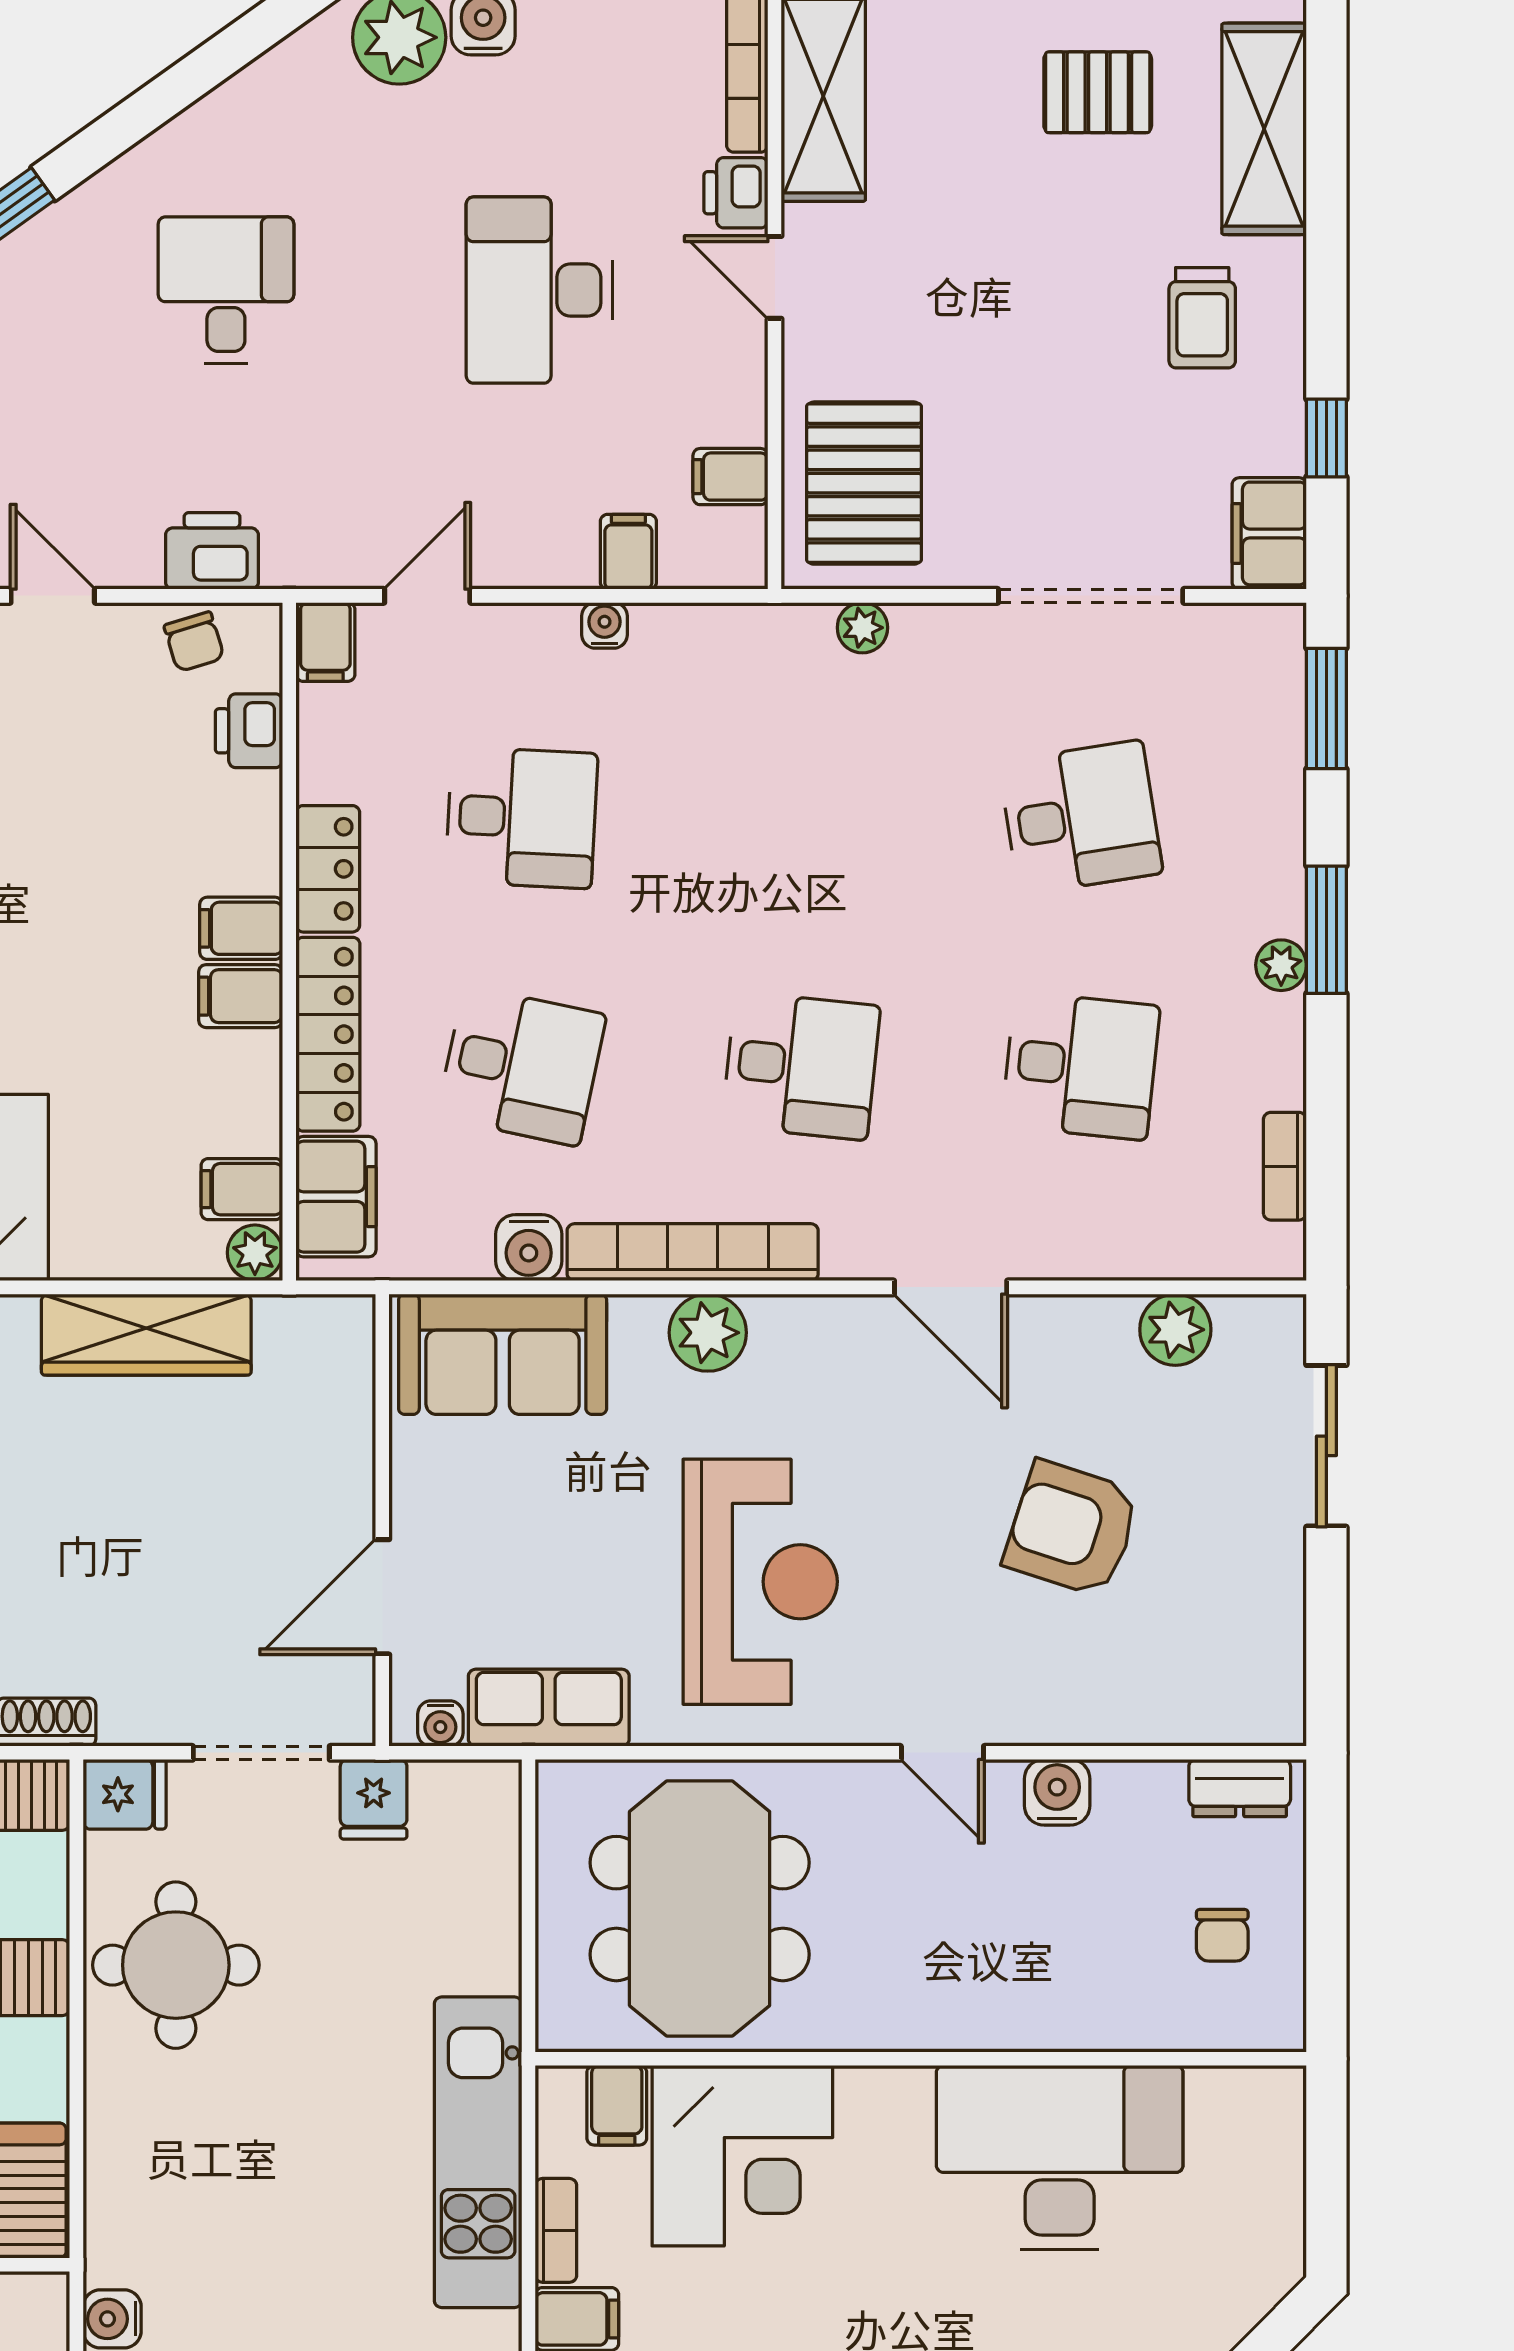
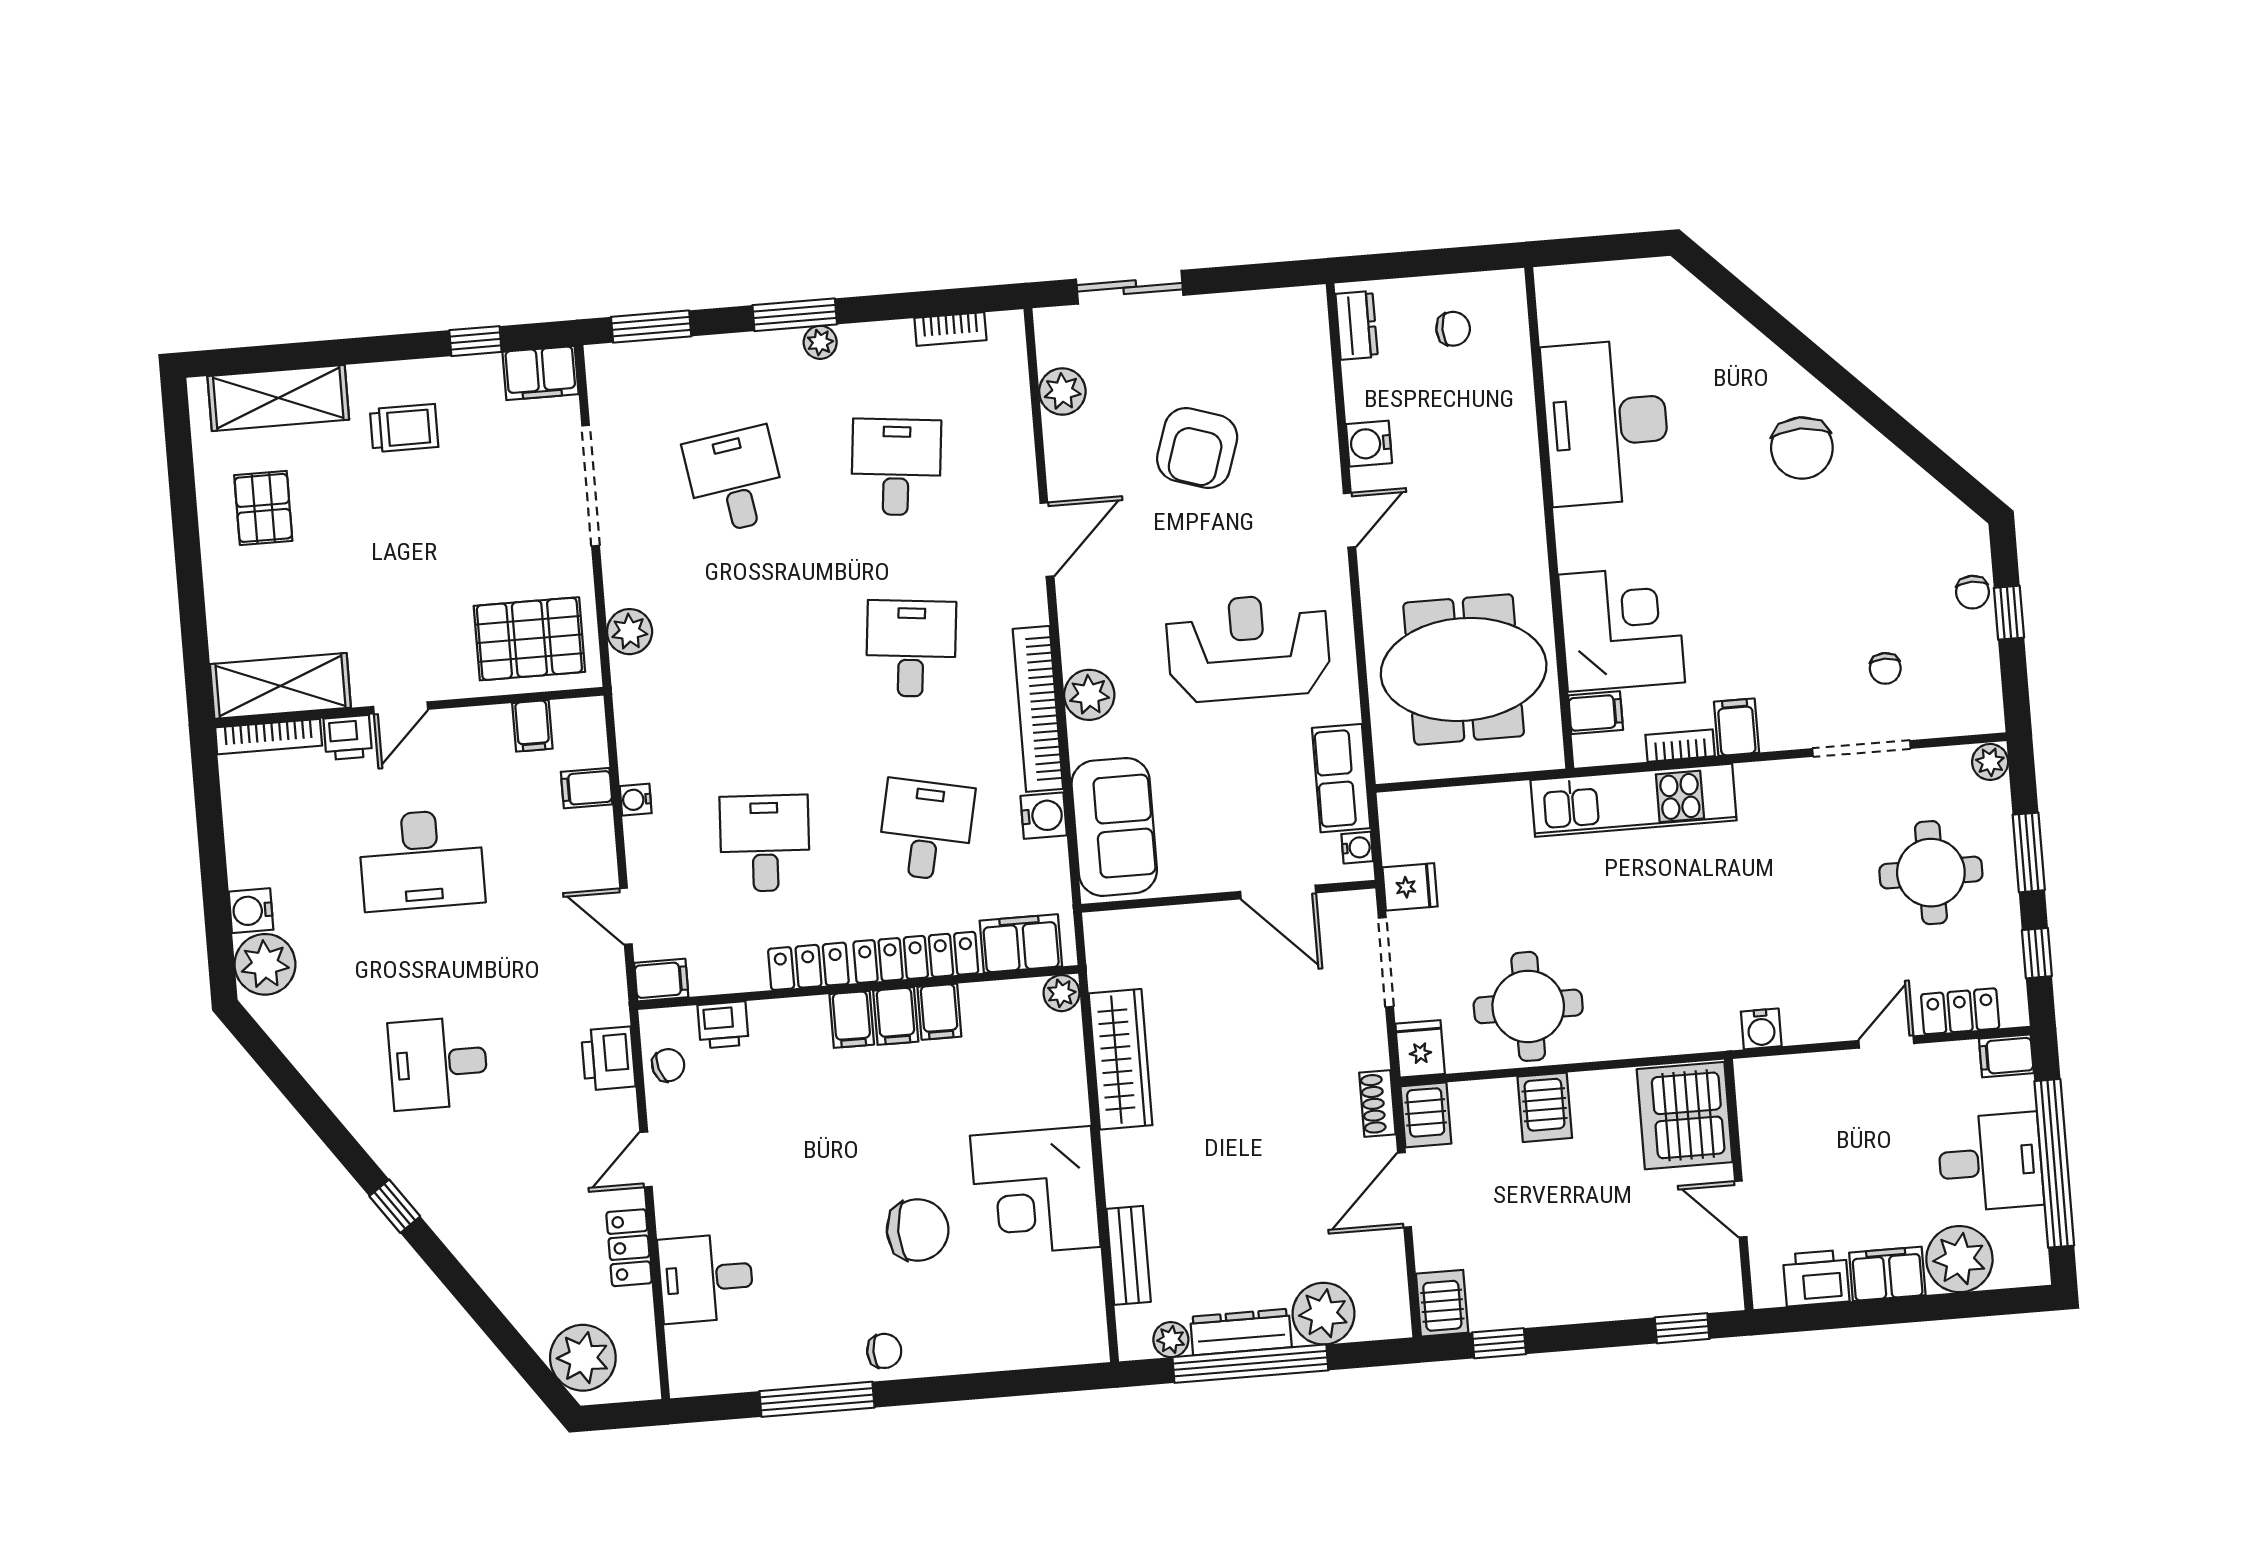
plant: (862, 628) -> (630, 632), width x1.38, depth x1.38
filing cabinet: (242, 1189) -> (939, 1012), moved

